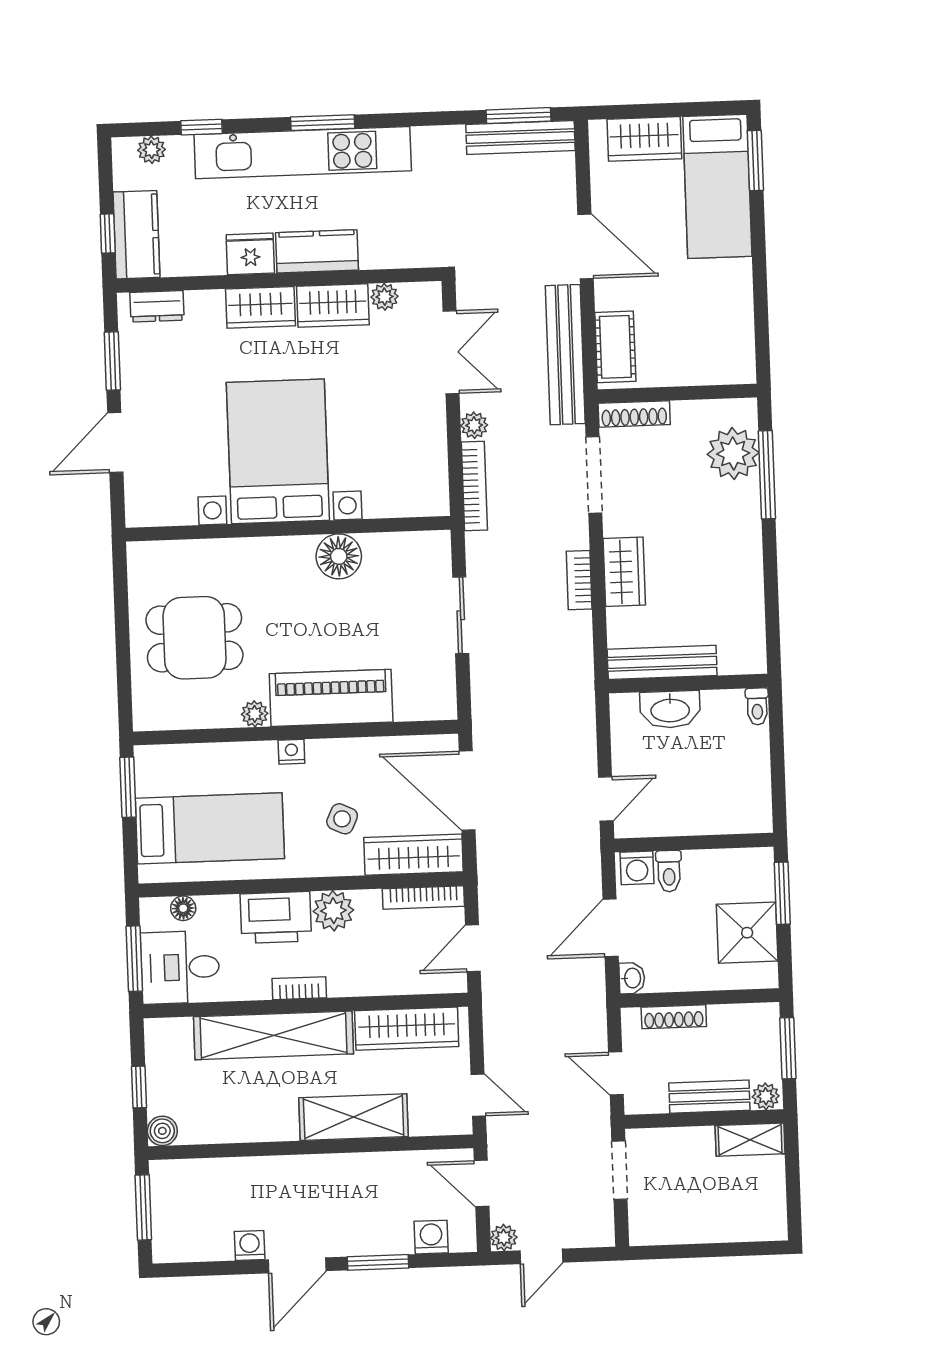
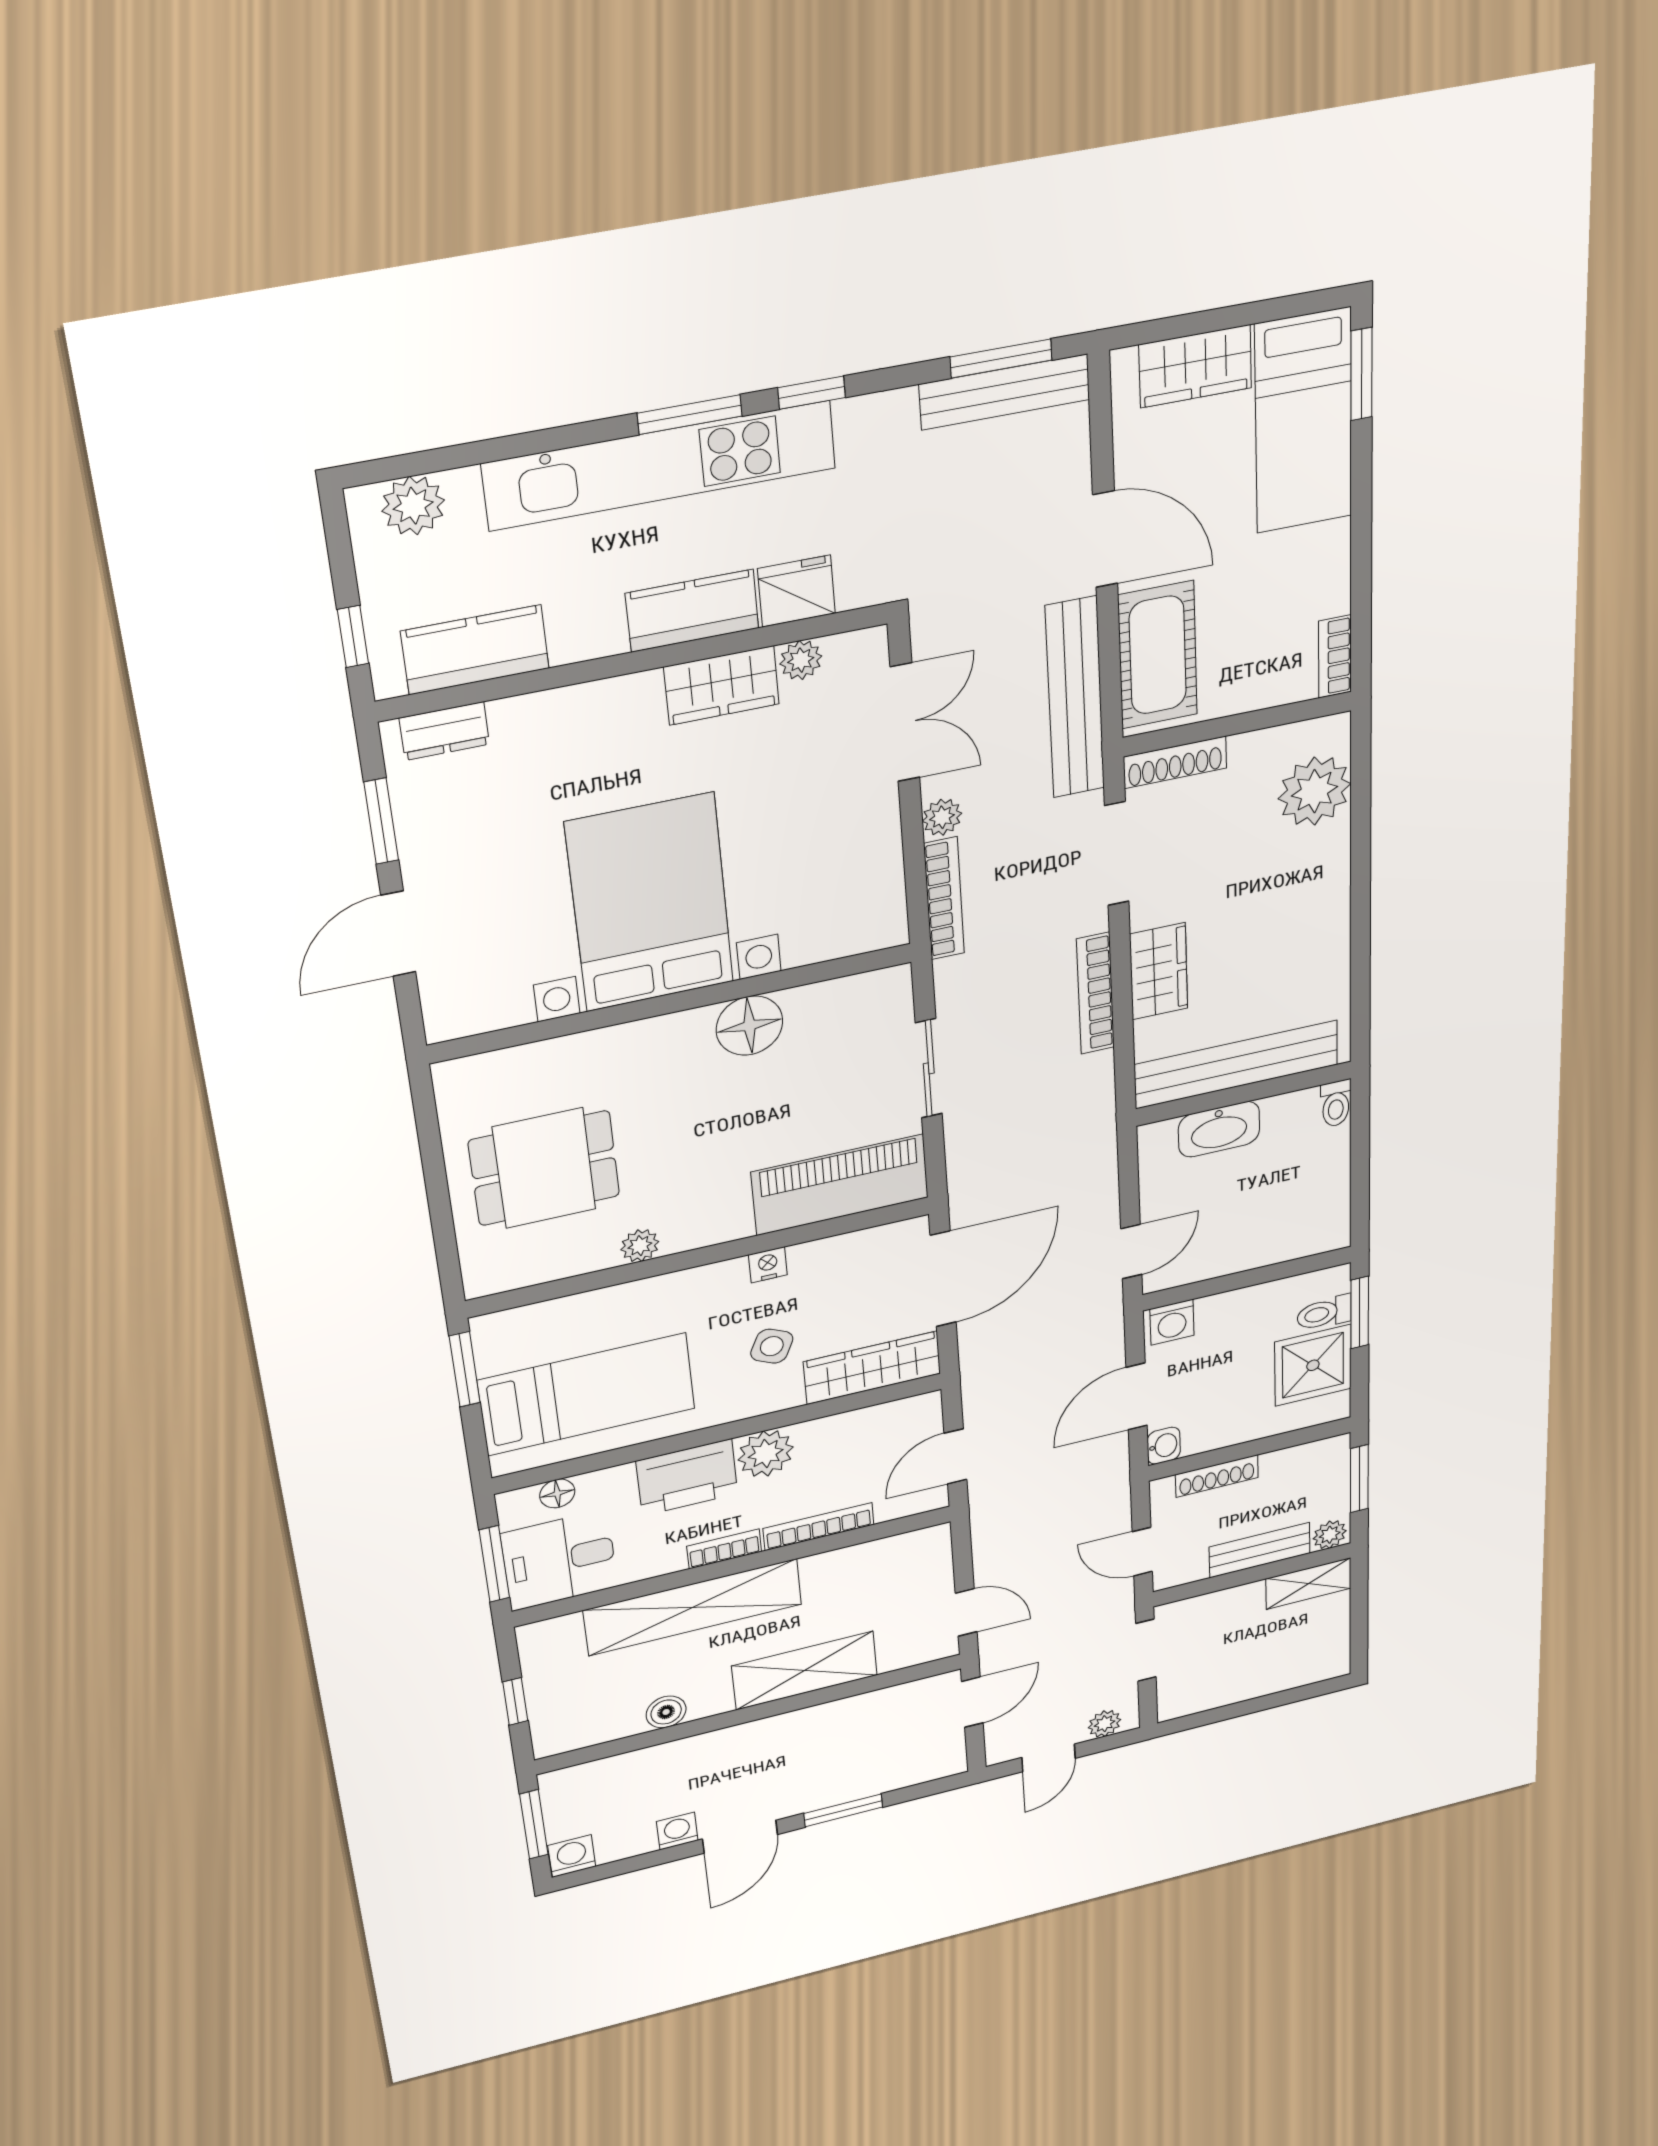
window: (201, 127) -> (812, 393), moved
plant: (152, 150) -> (413, 506), width x1.38, depth x1.38
kitchen counter: (136, 235) -> (475, 650), moved, turned -90
fridge: (250, 254) -> (797, 591), moved
wardrobe: (261, 307) -> (609, 706), removed
cot: (615, 347) -> (1158, 655), width x1.37, depth x1.34
bookcase: (744, 356) -> (1335, 657), added
window: (767, 475) -> (1361, 811), removed
bookcase: (579, 580) -> (1095, 993), width x1.56
bench: (662, 662) -> (1236, 1065), width x1.37, depth x1.21
piano: (331, 698) -> (840, 1185), moved
nightstand: (291, 752) -> (768, 1265), moved
door: (467, 790) -> (943, 1279), swing flipped
toilet: (669, 871) -> (1324, 1313), moved, turned 90
bookcase: (423, 897) -> (819, 1527), moved, turned 180
wardrobe: (407, 1029) -> (870, 1562), removed
boiler: (162, 1131) -> (666, 1712), moved
door: (482, 1184) -> (972, 1702), swing flipped
washing machine: (431, 1237) -> (572, 1856), moved
plant: (504, 1238) -> (1105, 1724), moved

